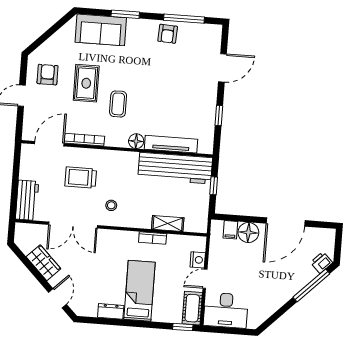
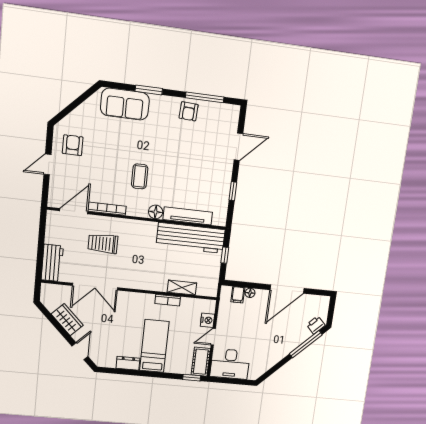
rug: (86, 83) -> (110, 155), removed
stool: (111, 205) -> (131, 270), removed
floor lamp: (248, 232) -> (250, 293), width x0.53, depth x0.53

